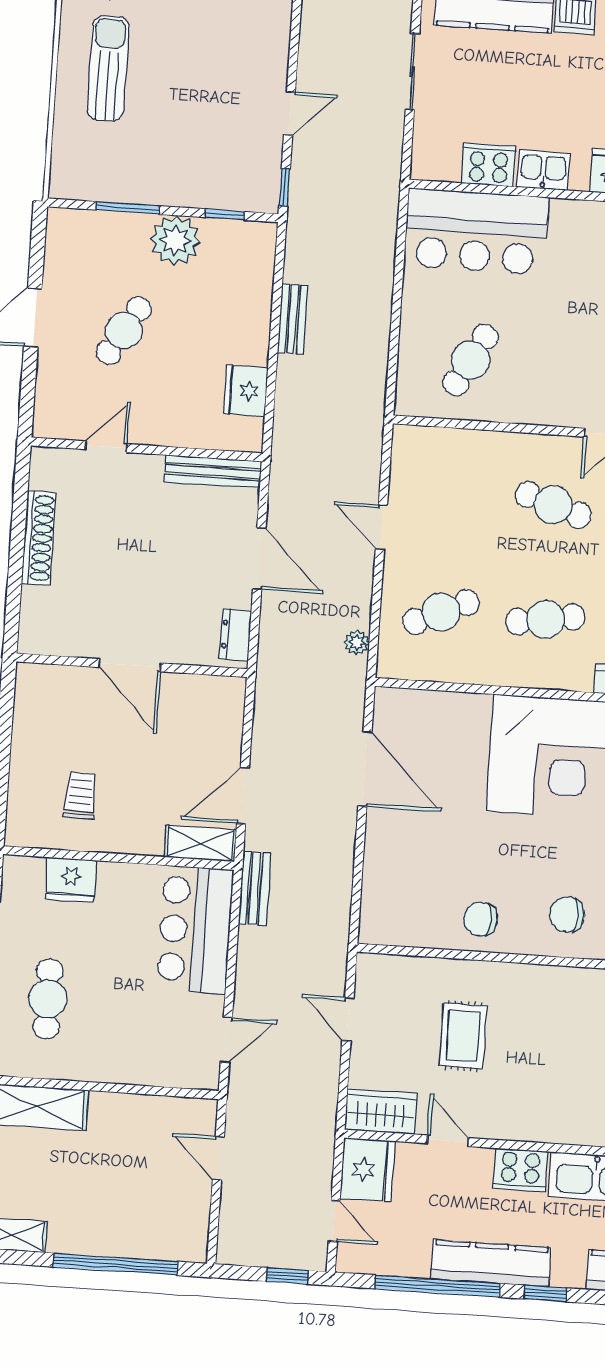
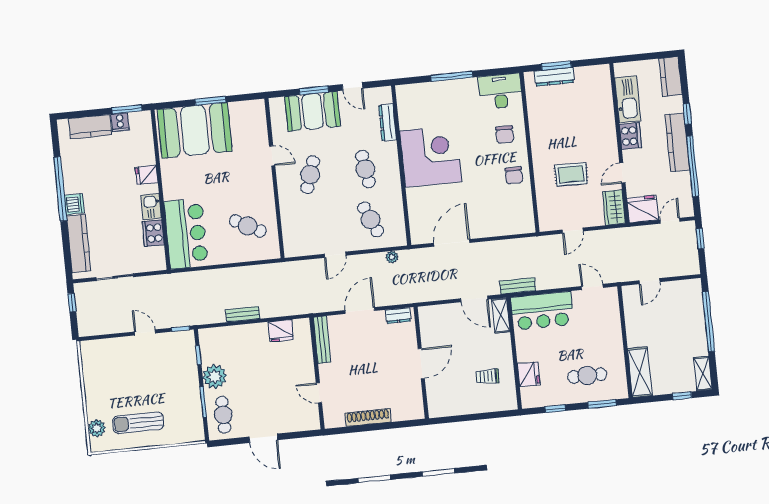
cafe table: (124, 330) -> (223, 415), moved, turned 59

